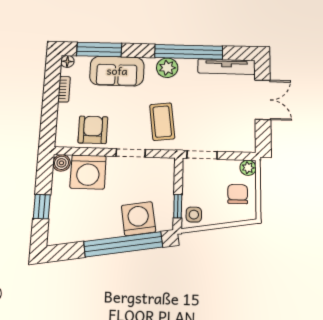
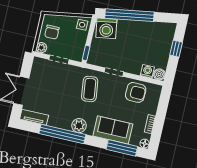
tv unit: (226, 67) -> (34, 117), width x0.71
armchair: (93, 130) -> (136, 92), turned -89
doorway: (202, 155) -> (59, 59), moved
washing machine: (88, 172) -> (147, 71), width x0.53, depth x0.53
window: (178, 206) -> (86, 53), moved
washing machine: (138, 219) -> (106, 28), moved

